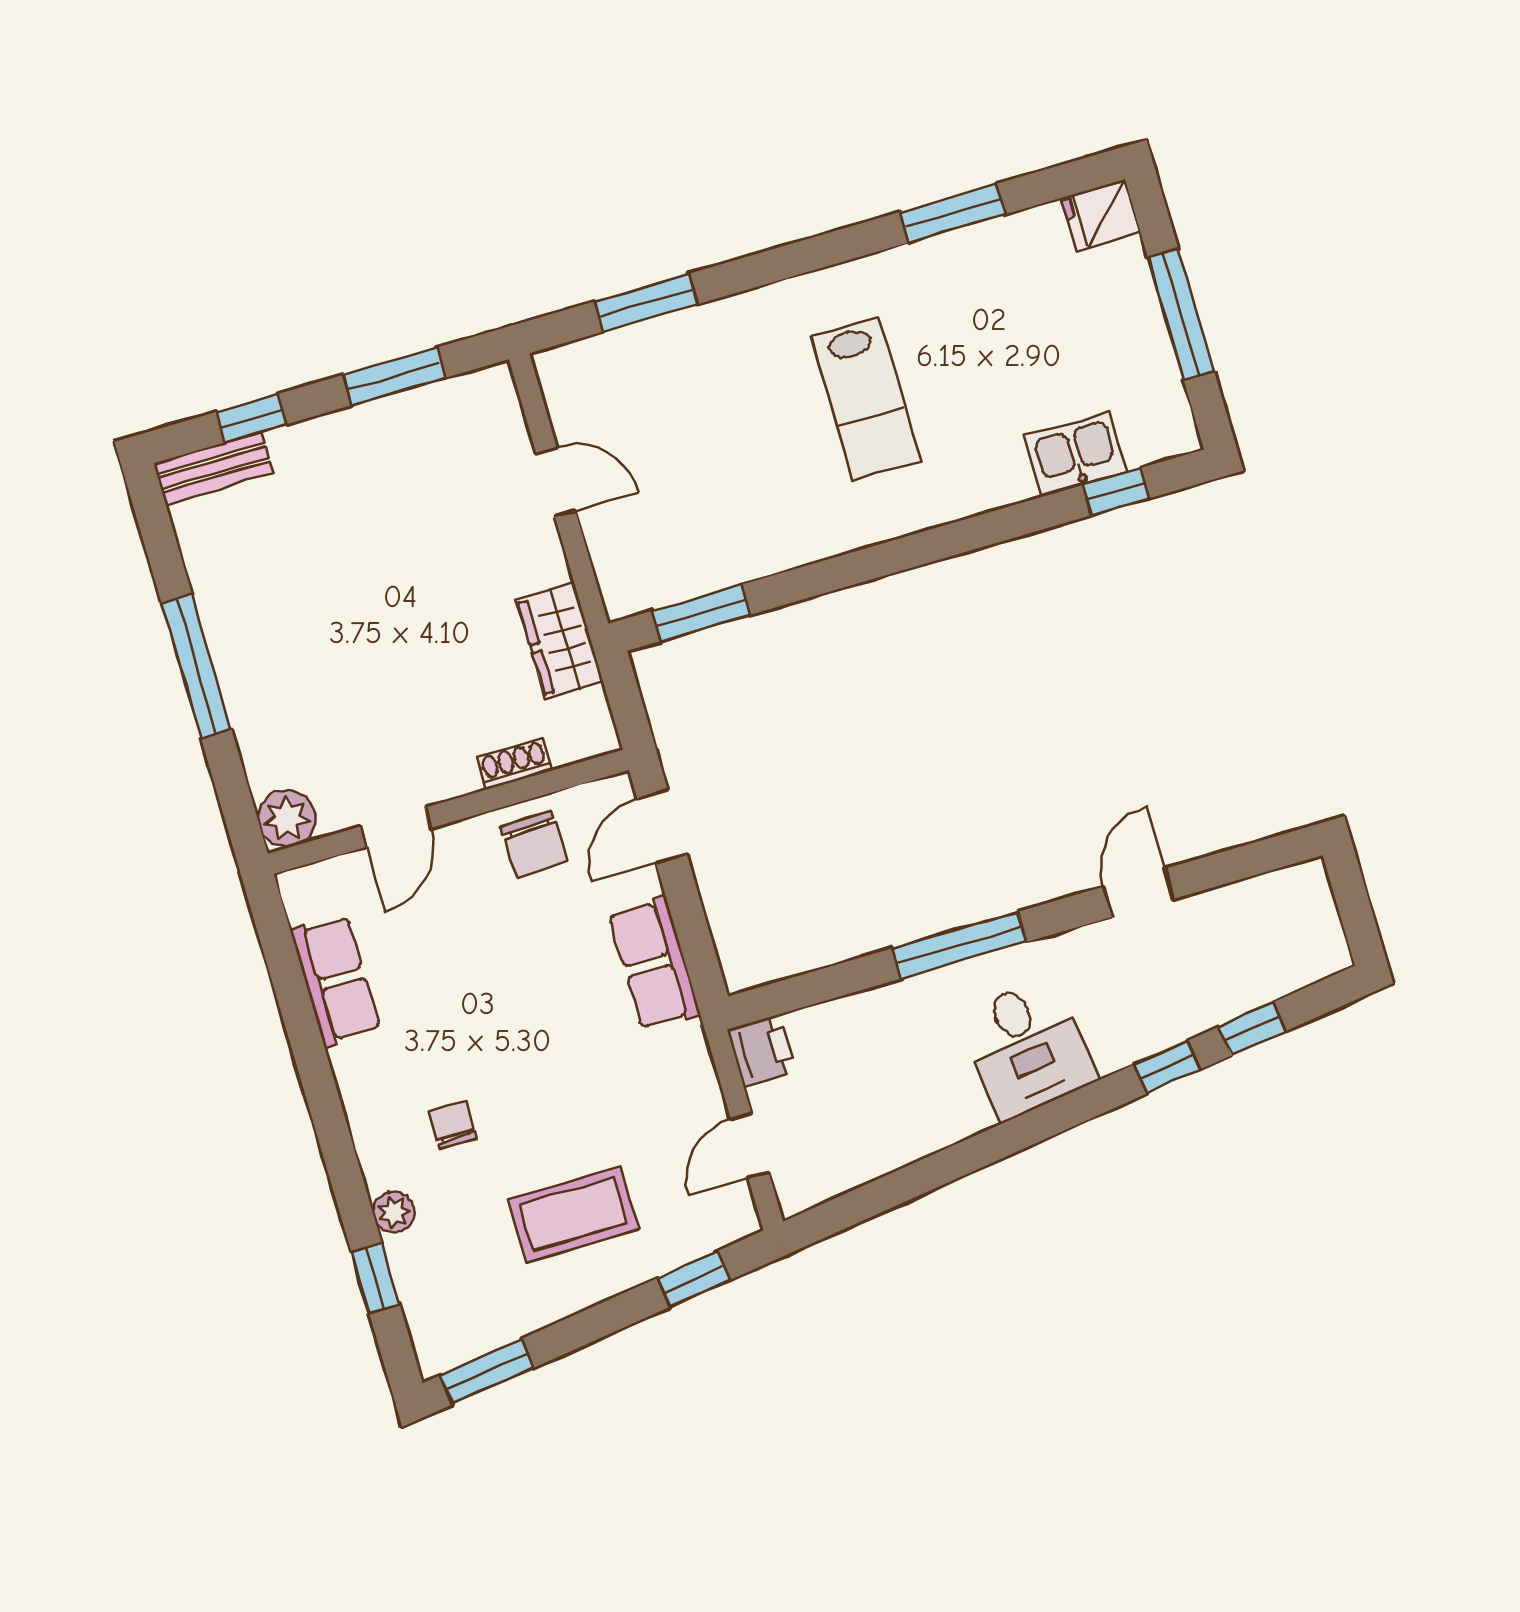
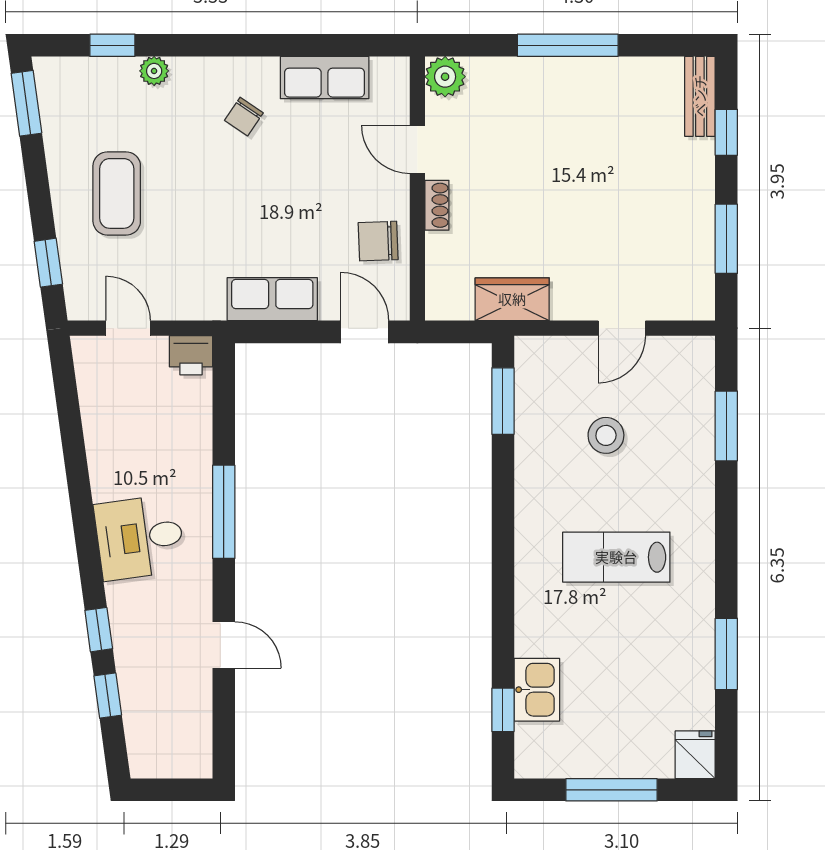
stool: (706, 461) -> (606, 435), added
shoe rack: (514, 764) -> (437, 205), moved
chair: (453, 1125) -> (244, 117), moved, turned 124

